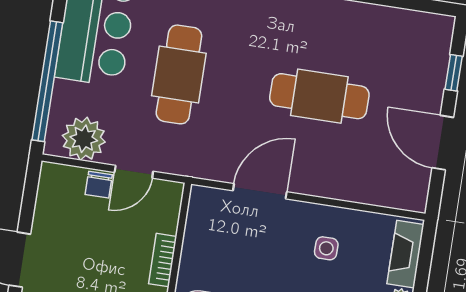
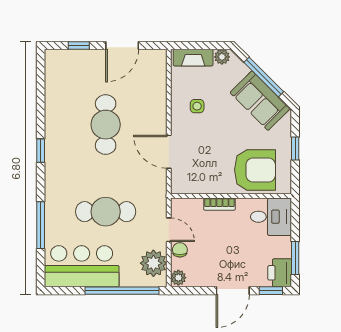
plant: (54, 175) -> (178, 278), added
chair: (99, 185) -> (180, 250), turned -90

